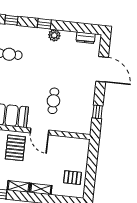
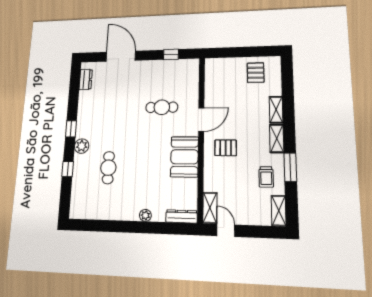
plant: (54, 35) -> (82, 146), moved
door: (102, 69) -> (121, 56), hinge flipped
pallet: (15, 148) -> (226, 148), width x0.67, depth x0.71

